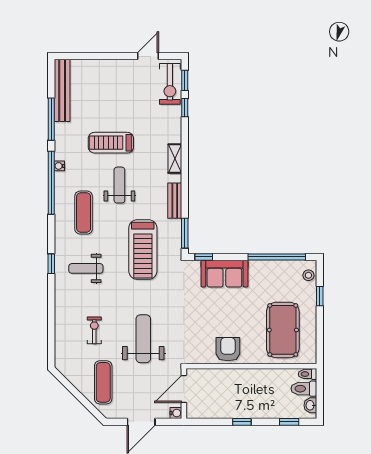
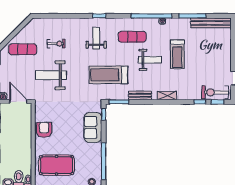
treadmill: (111, 143) -> (177, 54), turned 180
weight bench: (143, 339) -> (51, 75), turned 180
armchair: (228, 349) -> (44, 130), turned -90

